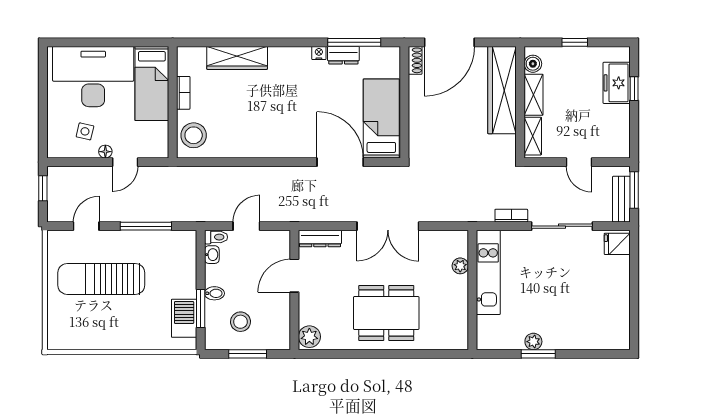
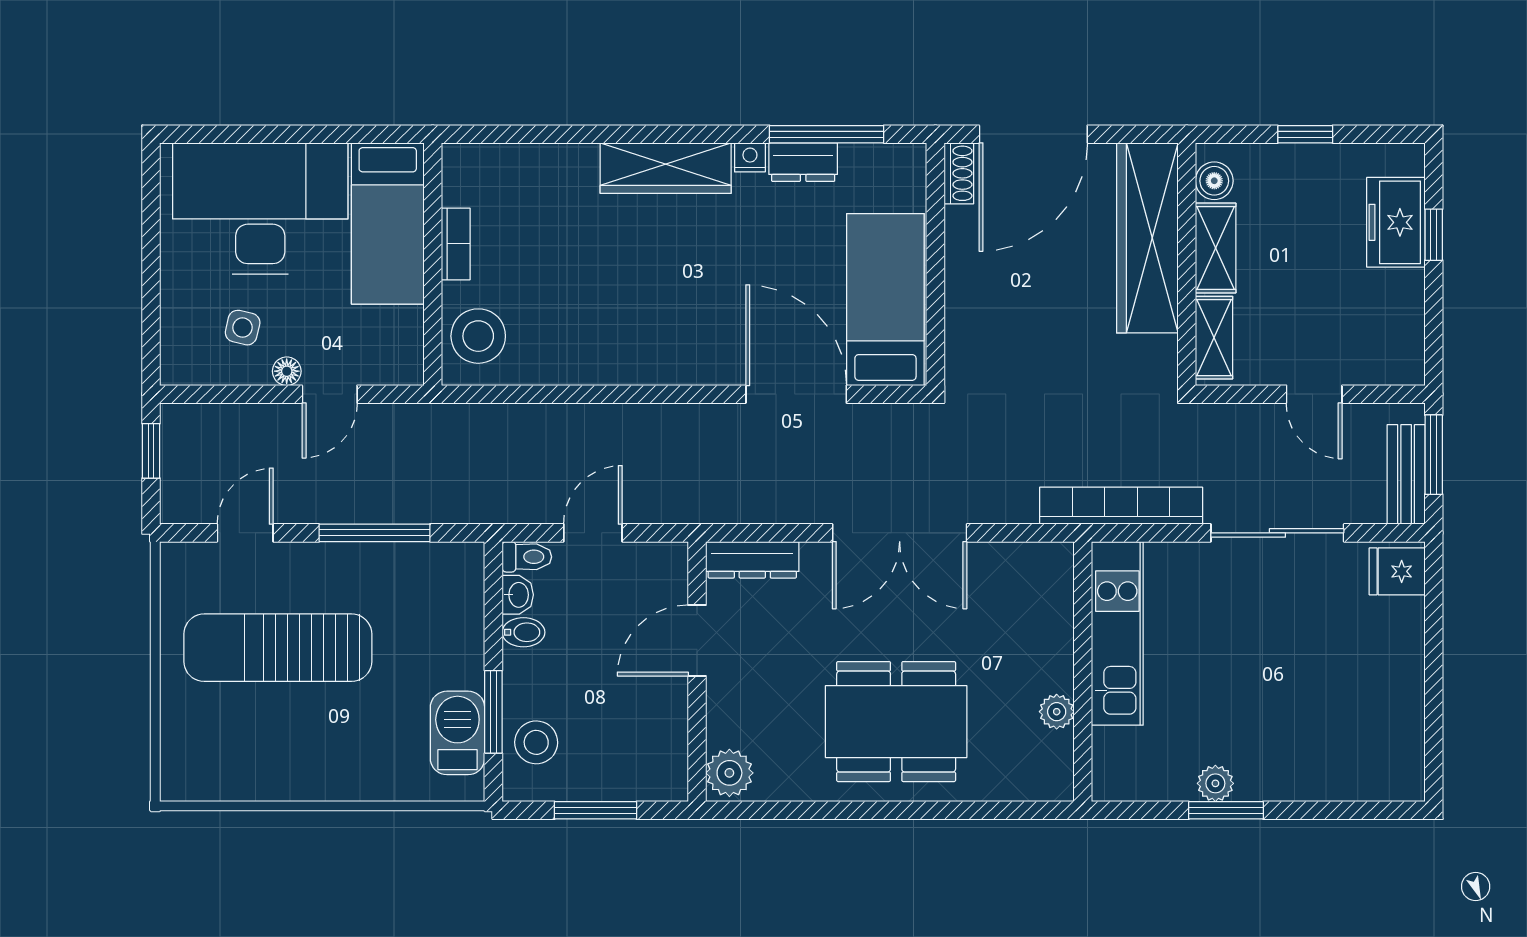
wardrobe: (237, 58) -> (666, 168), moved
bookcase: (511, 216) -> (1121, 506), width x2.31, depth x1.31
plant: (460, 266) -> (1057, 712), moved
bidet: (214, 293) -> (523, 632), moved
stool: (241, 322) -> (536, 742), moved

